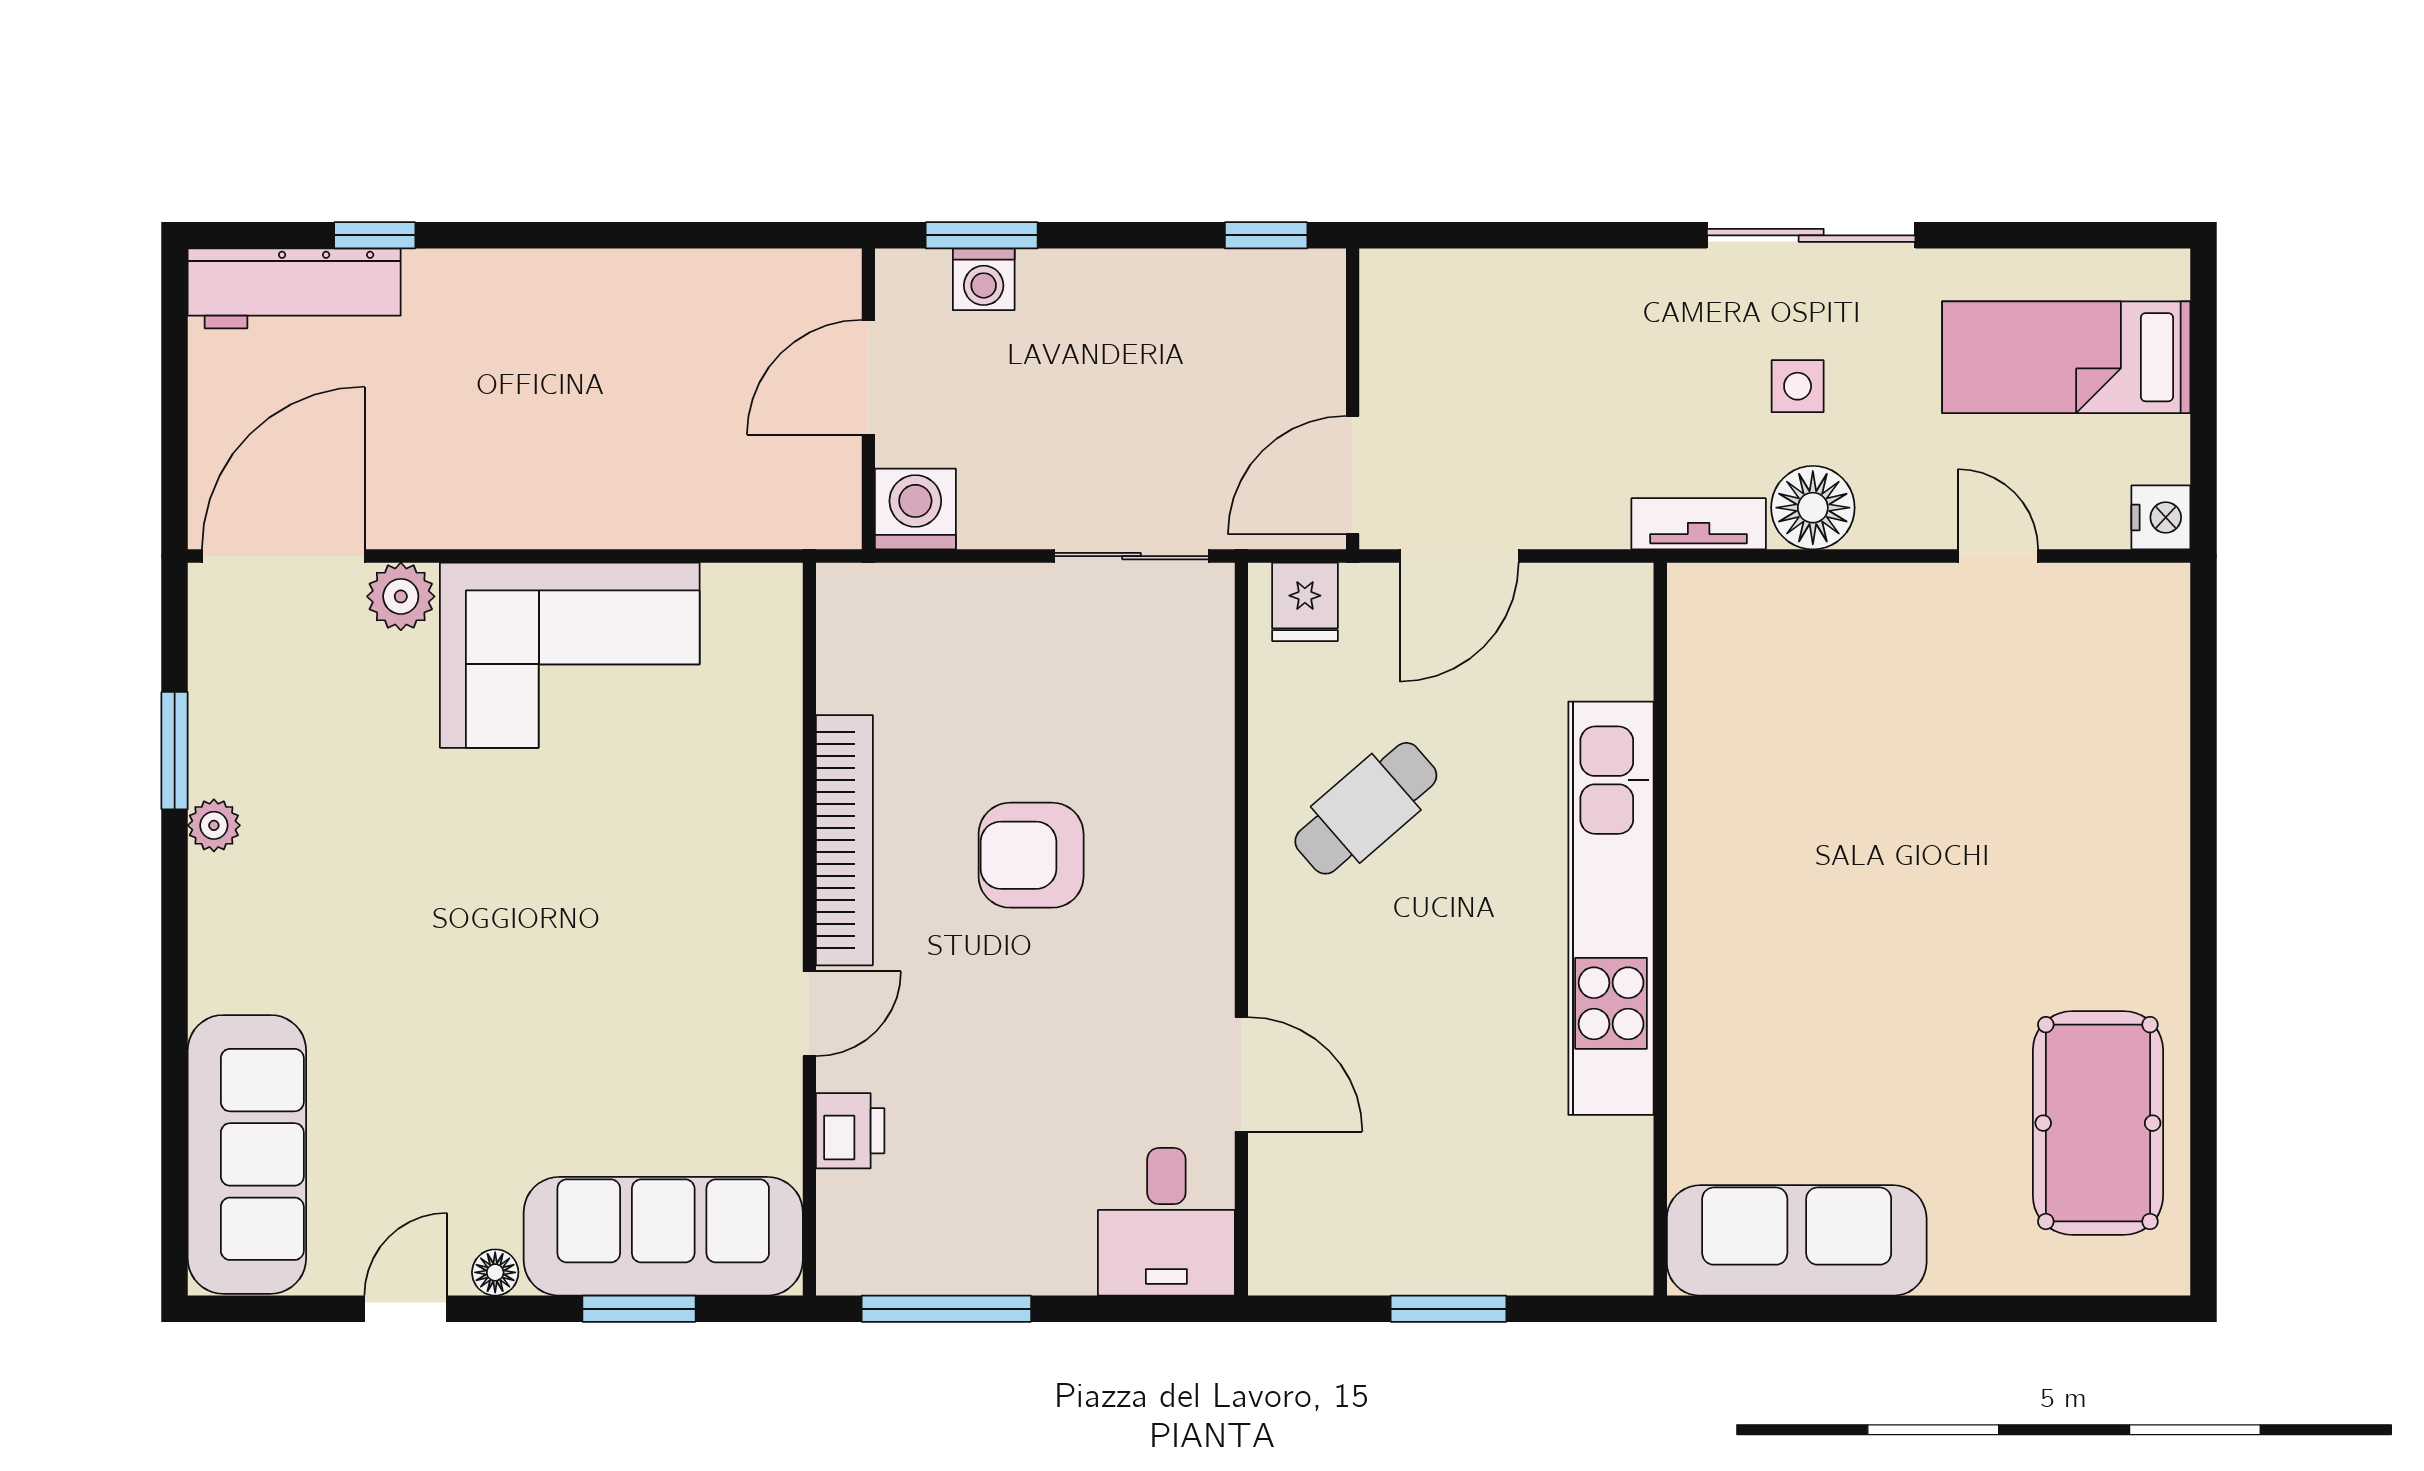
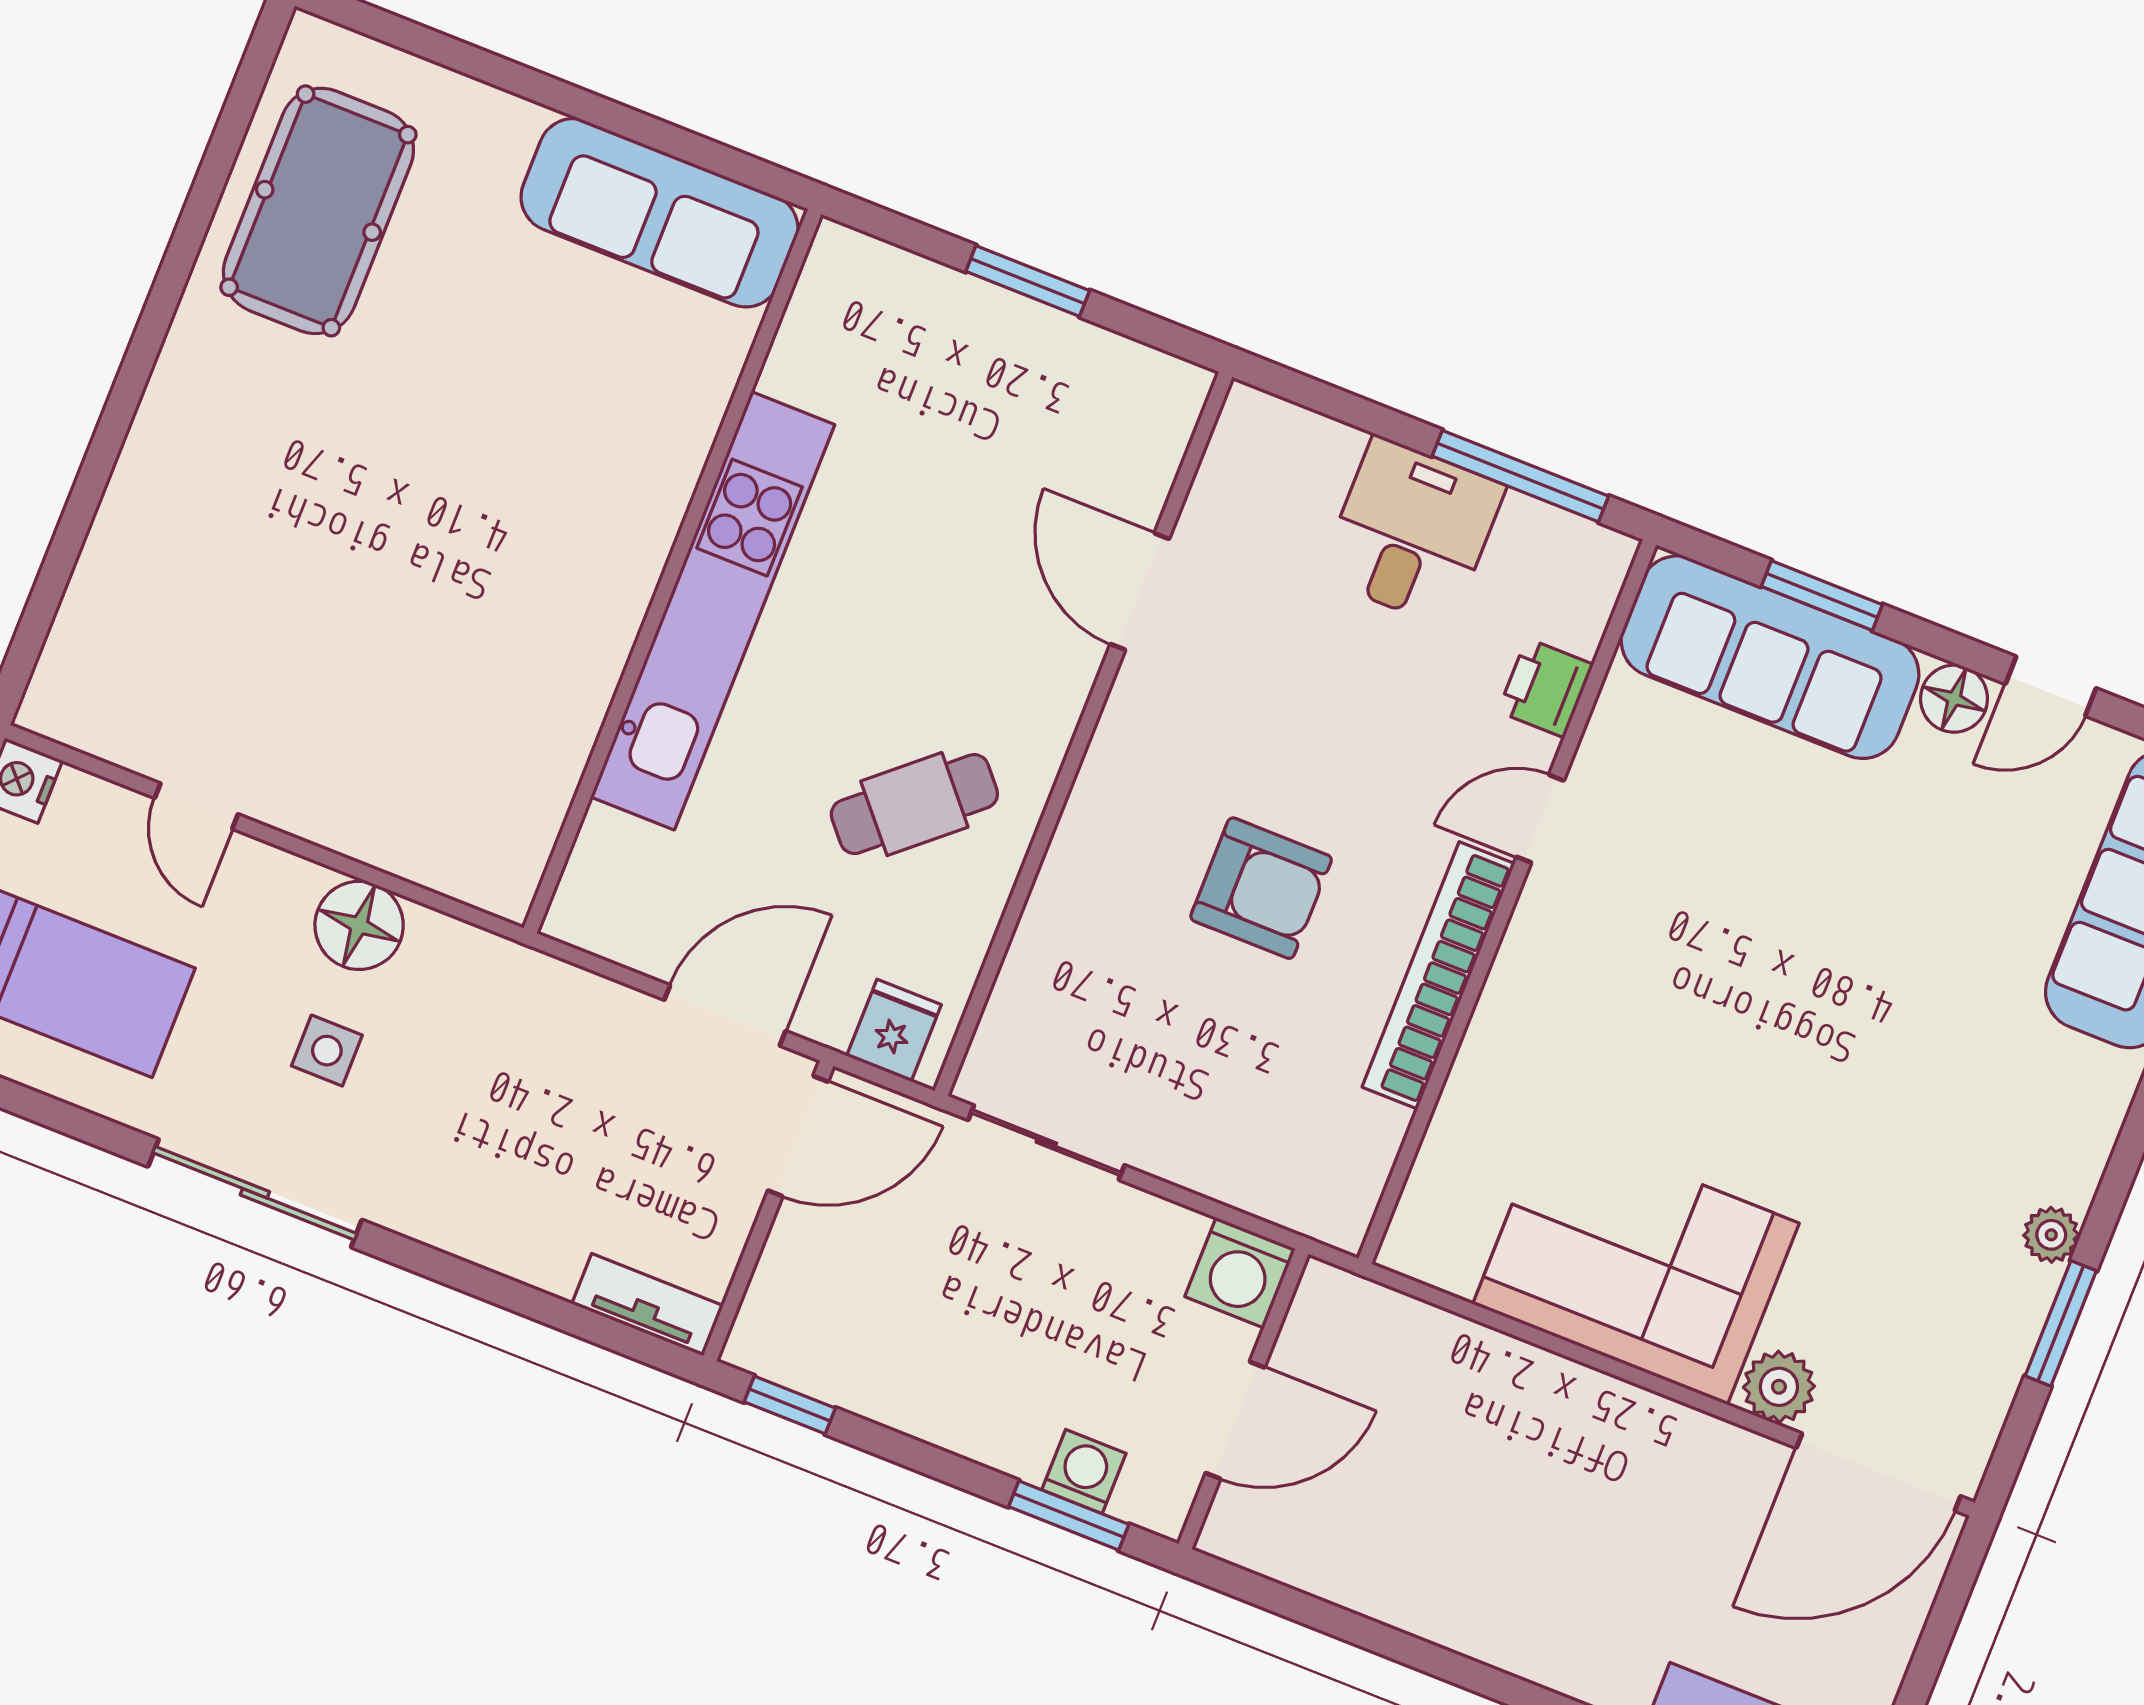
tv unit: (1699, 524) -> (647, 1305), moved, turned 180
desk: (1166, 1222) -> (1412, 532), moved
floor lamp: (495, 1272) -> (1954, 699), width x1.37, depth x1.37

